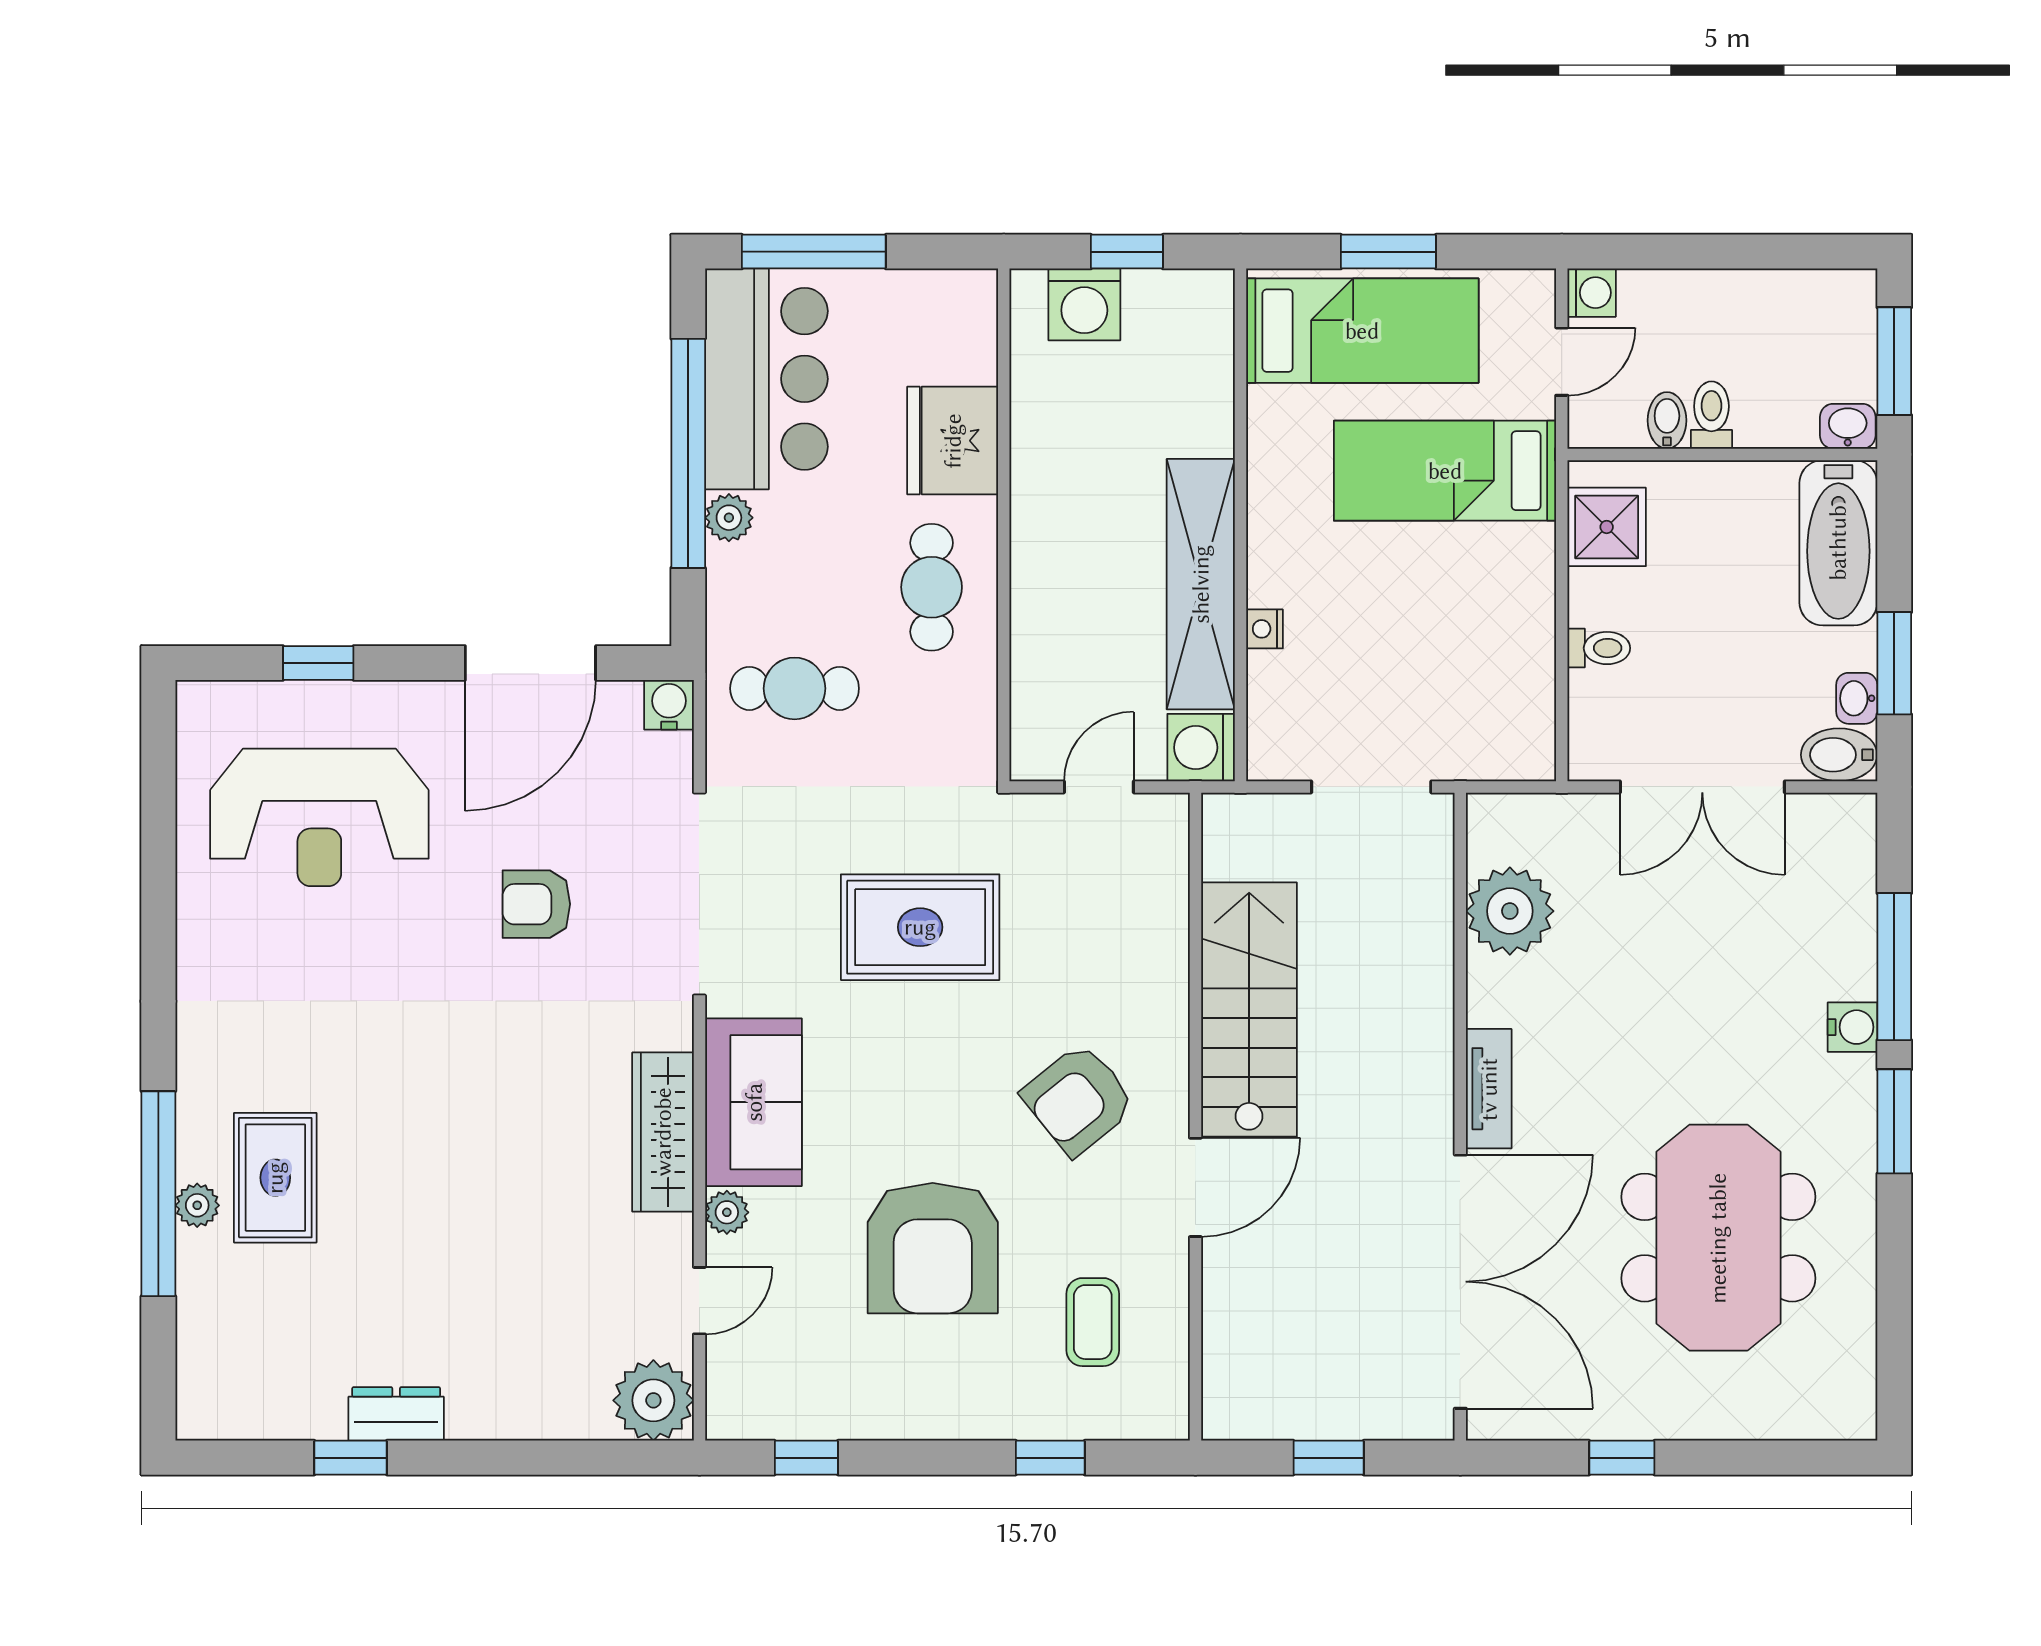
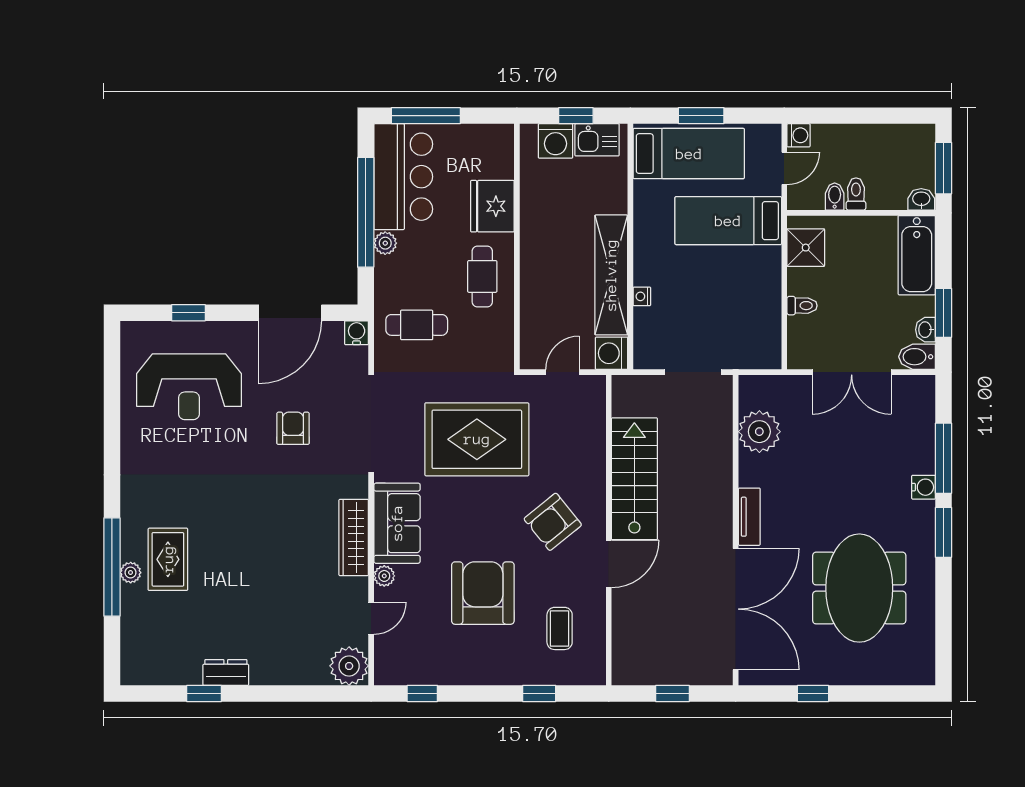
kitchen sink: (1171, 302) -> (597, 140), added
armchair: (536, 904) -> (293, 428), turned 90
rug: (920, 927) -> (477, 439), width x1.37, depth x1.44
armchair: (933, 1248) -> (483, 593), turned 180

